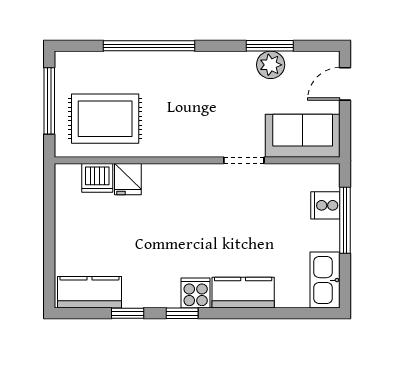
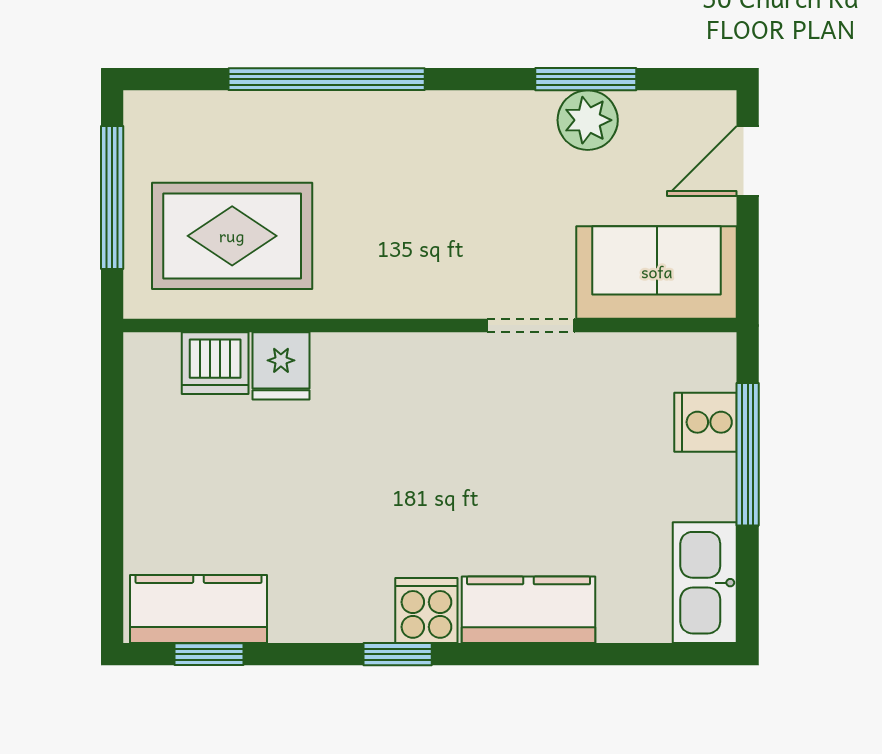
window: (128, 313) -> (209, 654), moved

